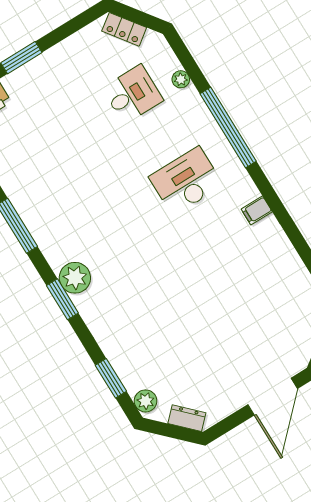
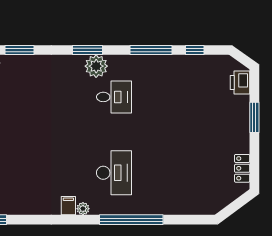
locker: (124, 29) -> (242, 168), moved, turned -54
plant: (181, 79) -> (83, 209), moved
desk: (133, 94) -> (114, 97), moved, turned -90

